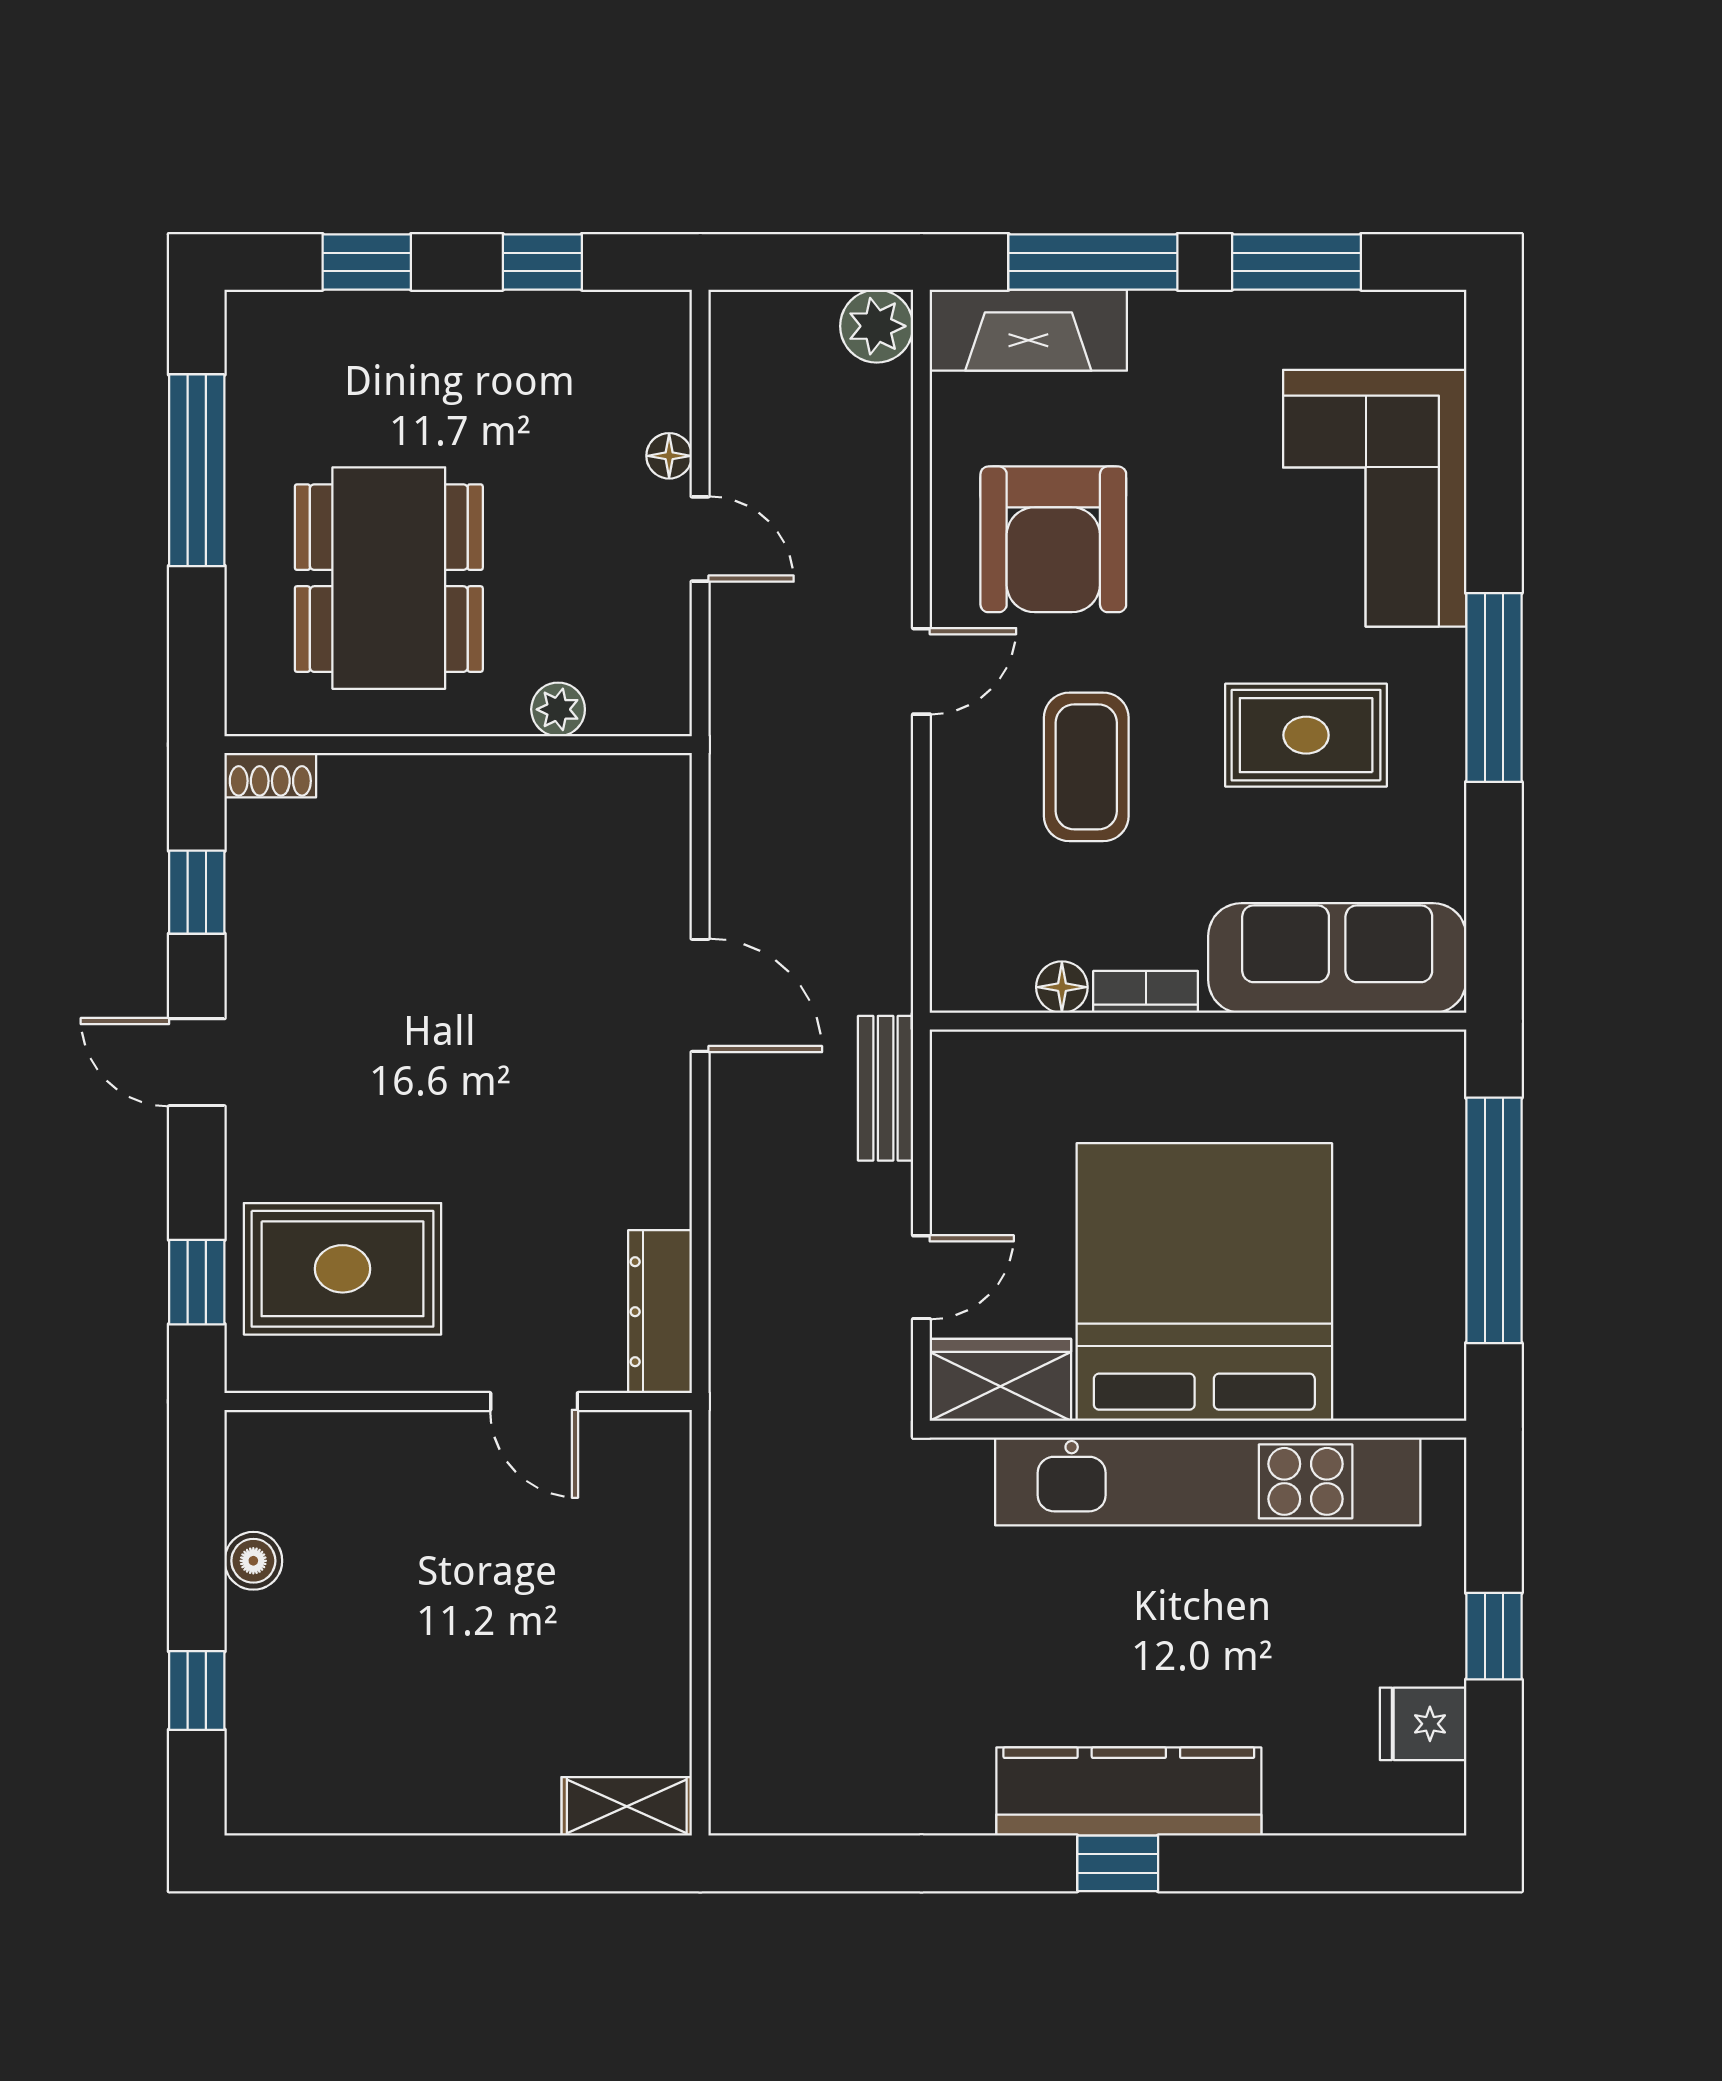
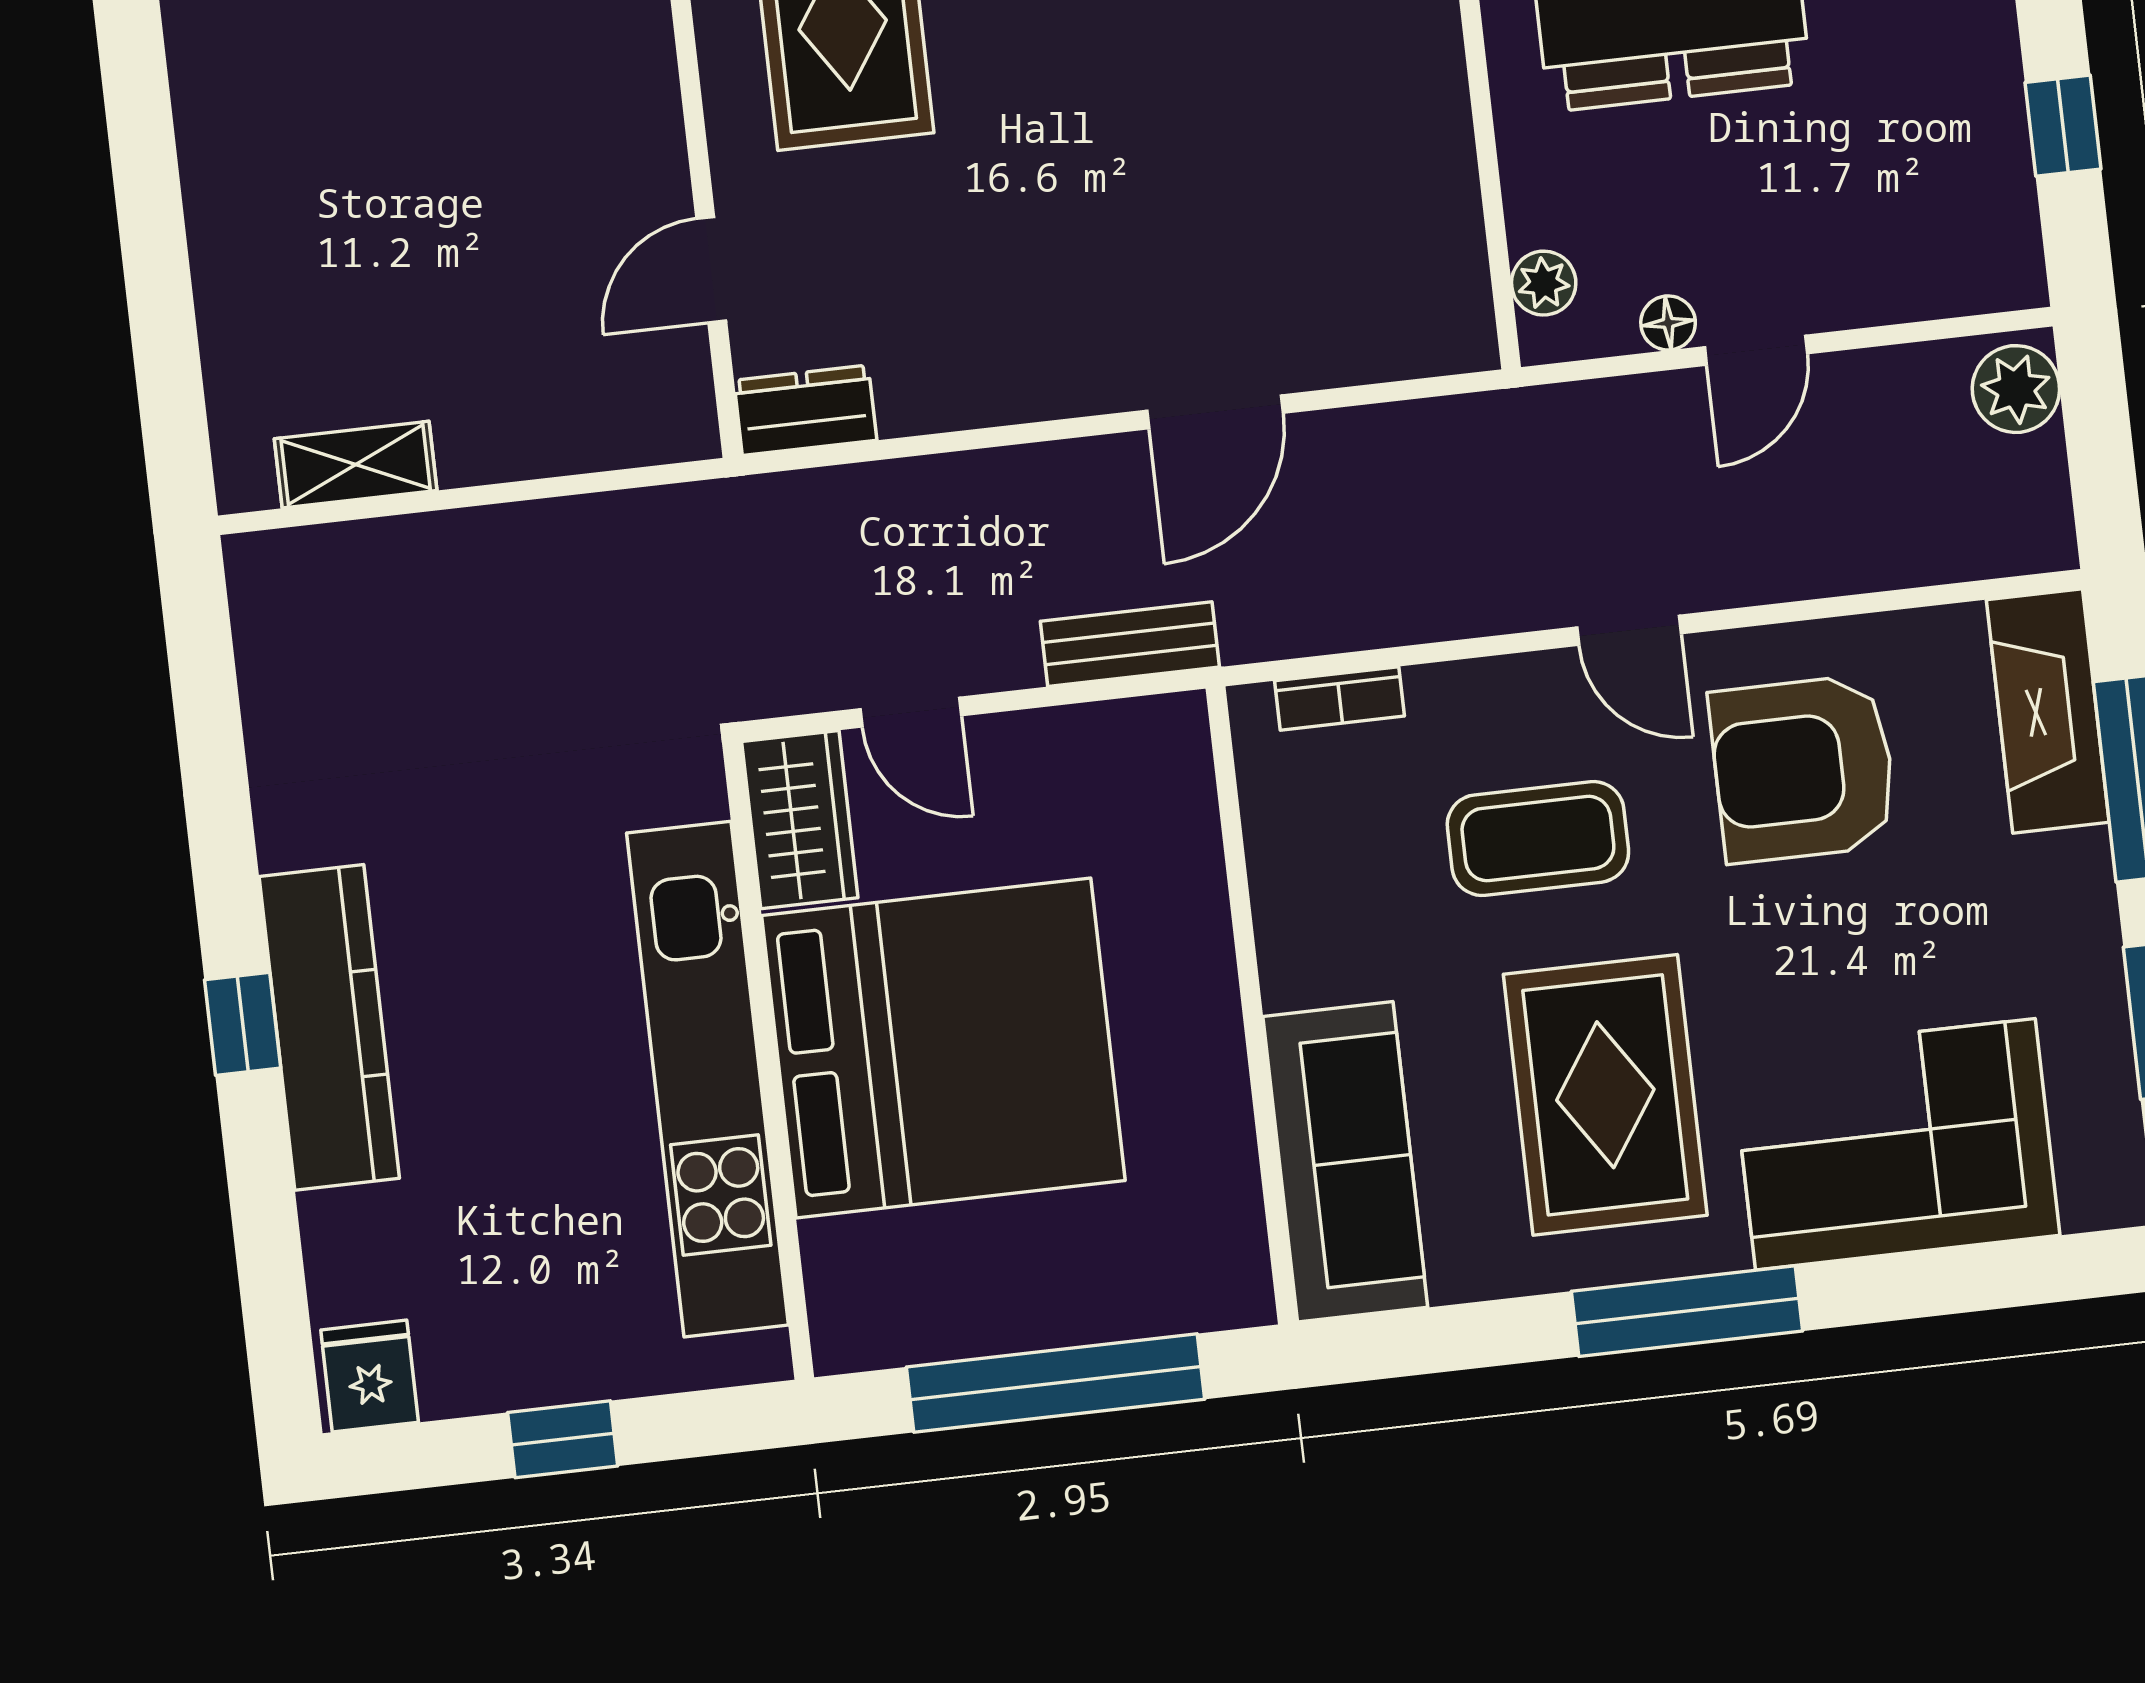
plant: (877, 326) -> (2016, 389), moved
floor lamp: (669, 456) -> (1668, 323), moved
plant: (558, 709) -> (1544, 283), moved
rug: (1306, 735) -> (1605, 1095), width x1.36, depth x1.43
floor lamp: (1062, 987) -> (1274, 840), removed
bookcase: (1146, 992) -> (1340, 698), moved, turned 90
dresser: (660, 1312) -> (805, 410), width x0.70
fridge: (1423, 1724) -> (370, 1376), moved
shelving: (627, 1806) -> (356, 465), moved, turned 90

